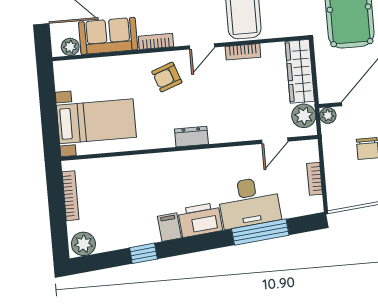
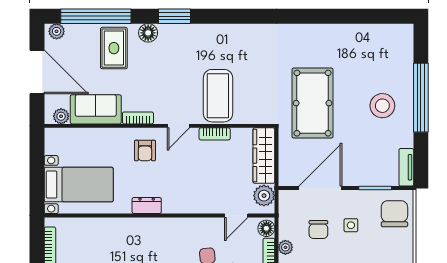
armchair: (167, 77) -> (145, 151), turned -70
plant: (328, 115) -> (285, 247), moved
dresser: (191, 137) -> (147, 205), moved
floor lamp: (309, 152) -> (266, 228), added

